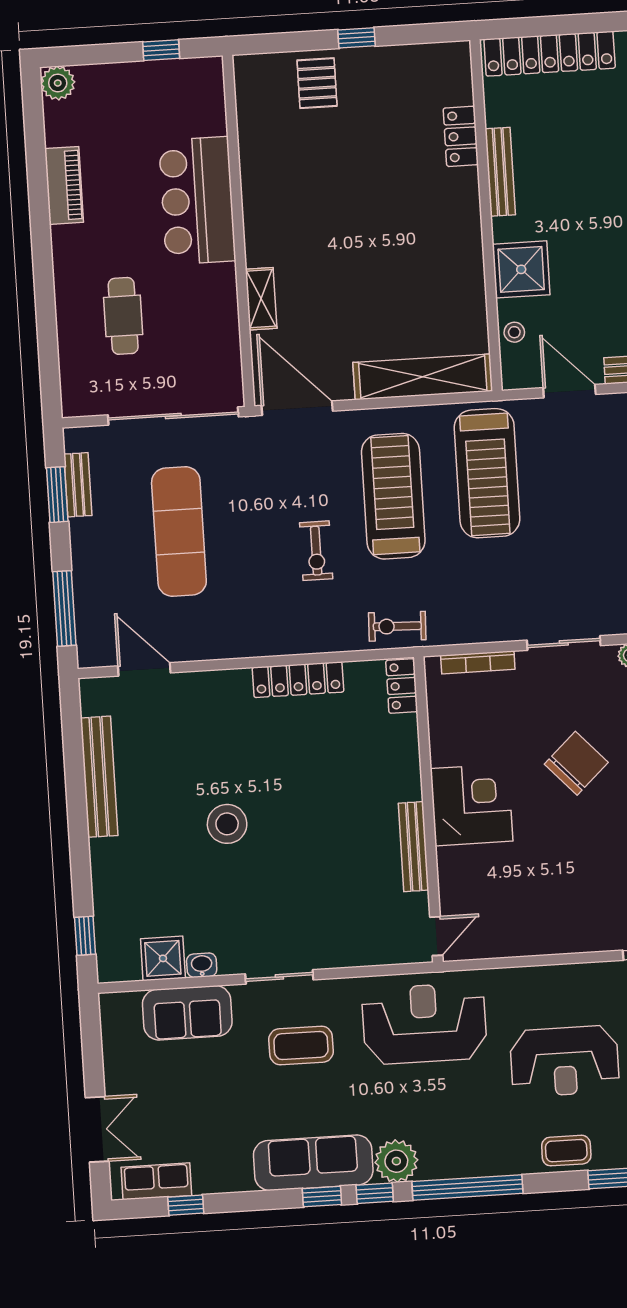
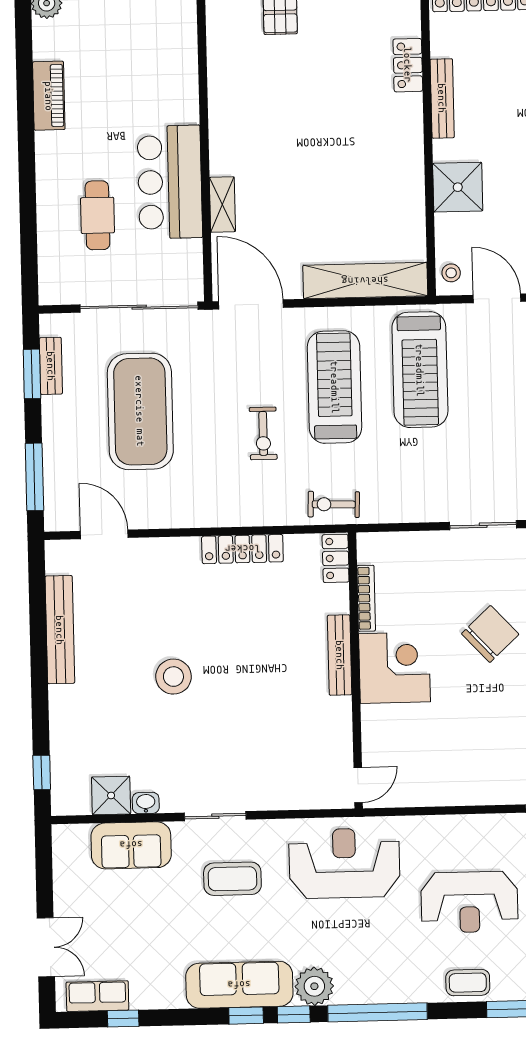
bar counter: (197, 201) -> (170, 182), moved
stool: (514, 332) -> (451, 273), moved
exercise mat: (179, 531) -> (140, 411), width x1.47
bookcase: (478, 662) -> (366, 598), moved, turned -90
bench: (414, 847) -> (340, 655), moved

